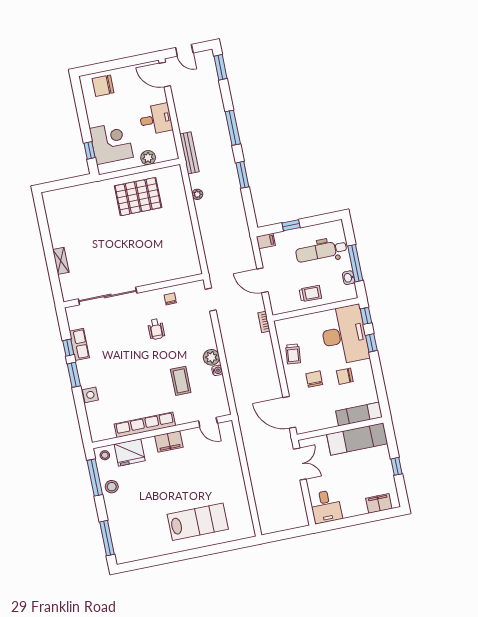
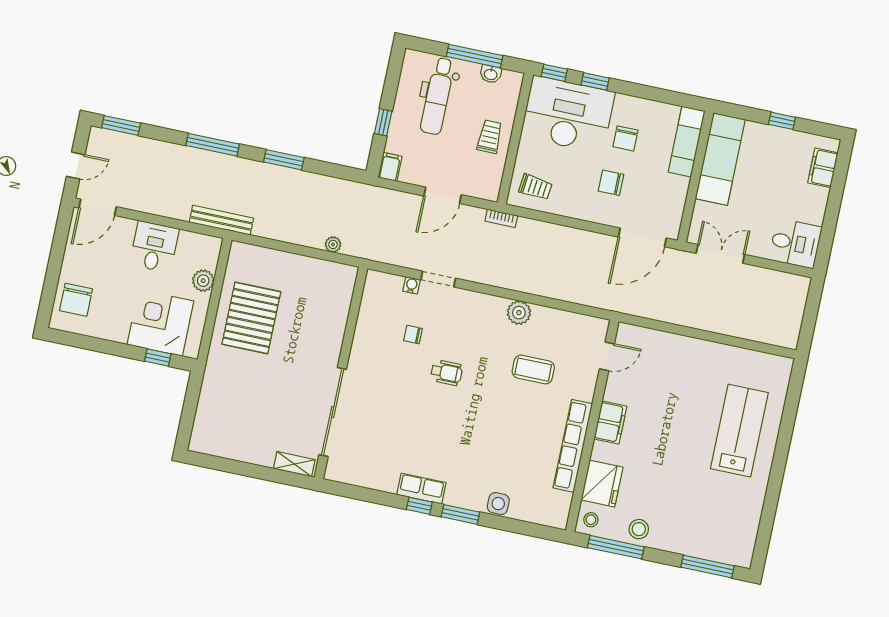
plant: (197, 194) -> (333, 244), moved
wall: (133, 291) -> (341, 373), moved
sliding door: (108, 296) -> (333, 412), moved
trolley: (293, 354) -> (535, 187), moved
water cooler: (217, 370) -> (412, 285), moved

